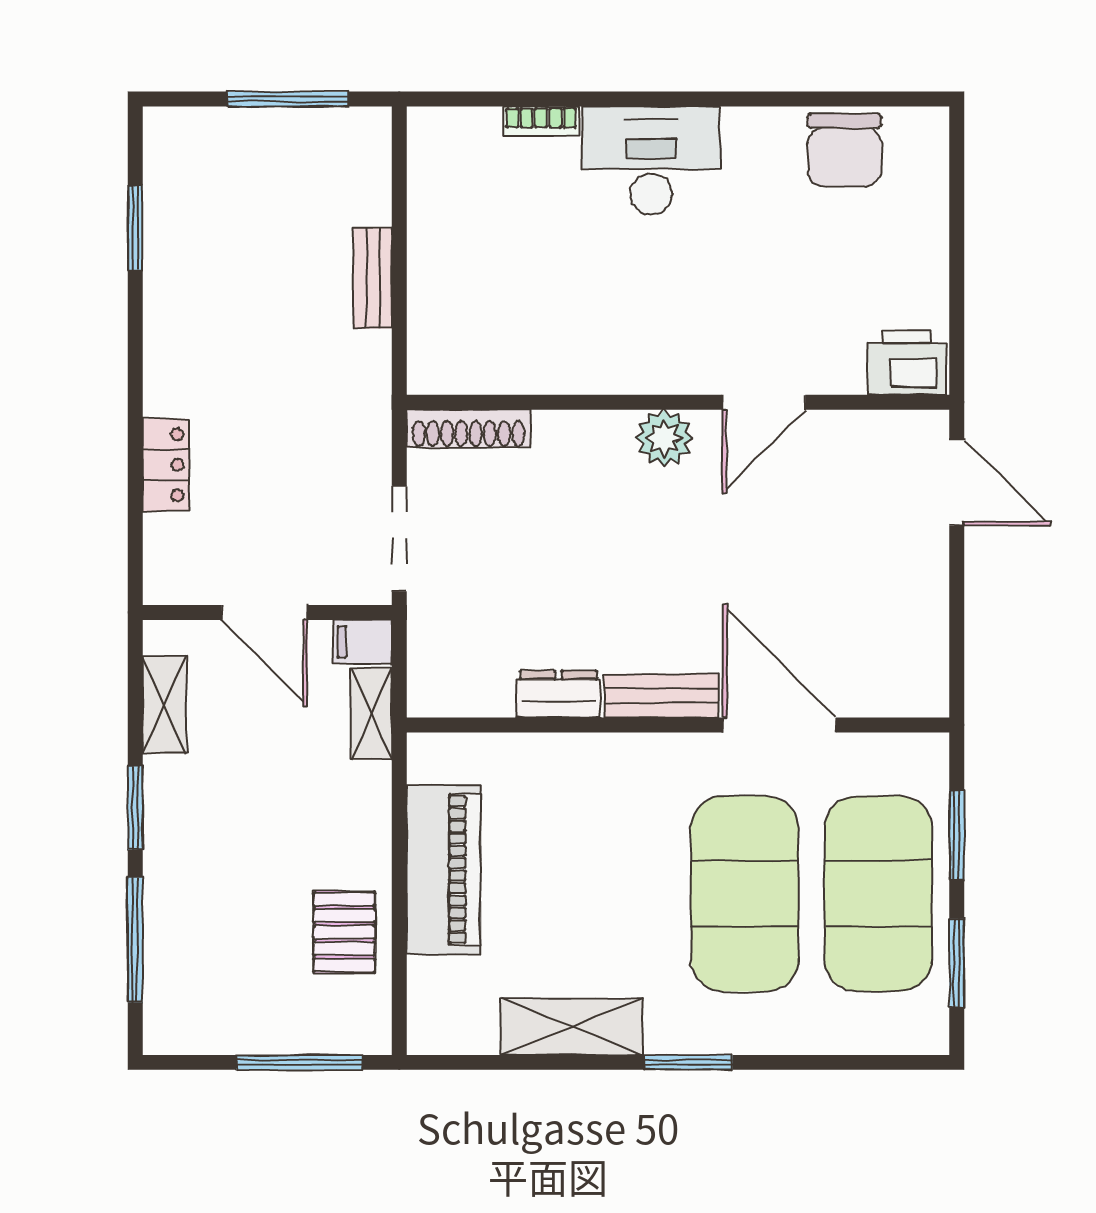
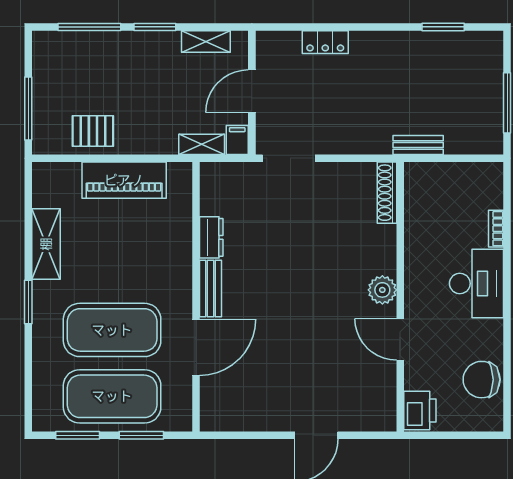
printer: (907, 363) -> (420, 411), moved
wall: (678, 402) -> (400, 297), moved
door: (764, 402) -> (400, 339), moved
shoe rack: (469, 429) -> (387, 193), moved
plant: (664, 438) -> (382, 290), moved

